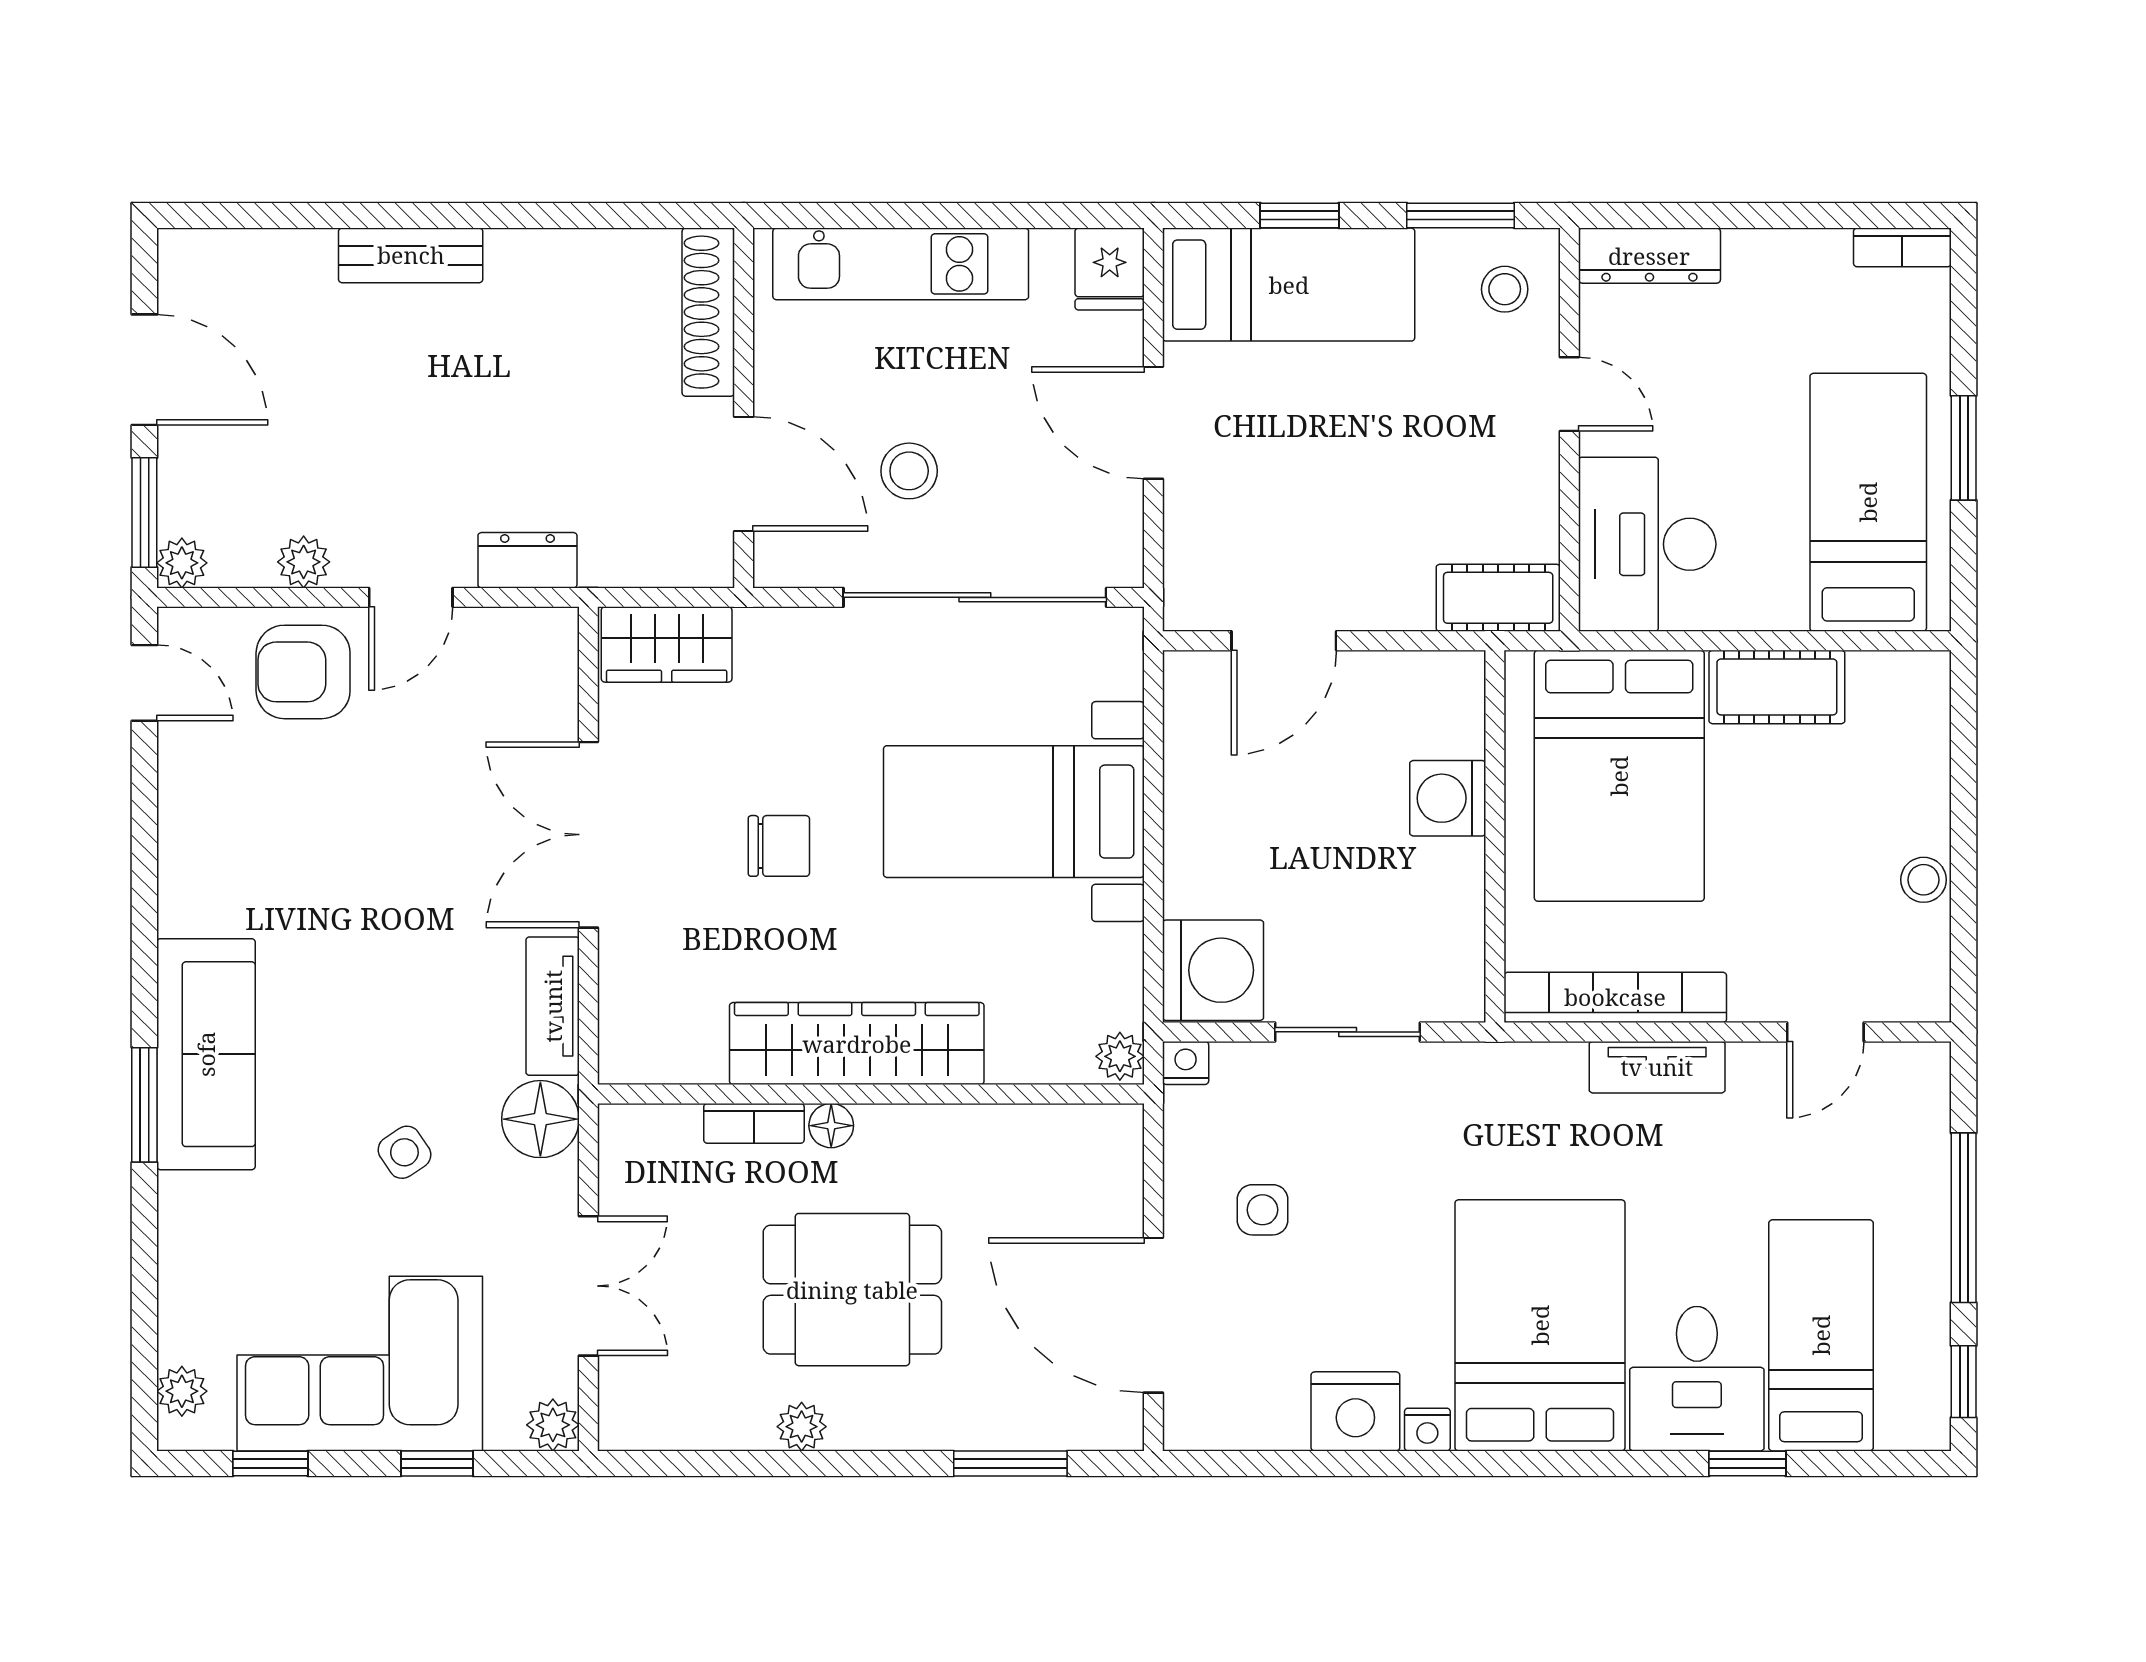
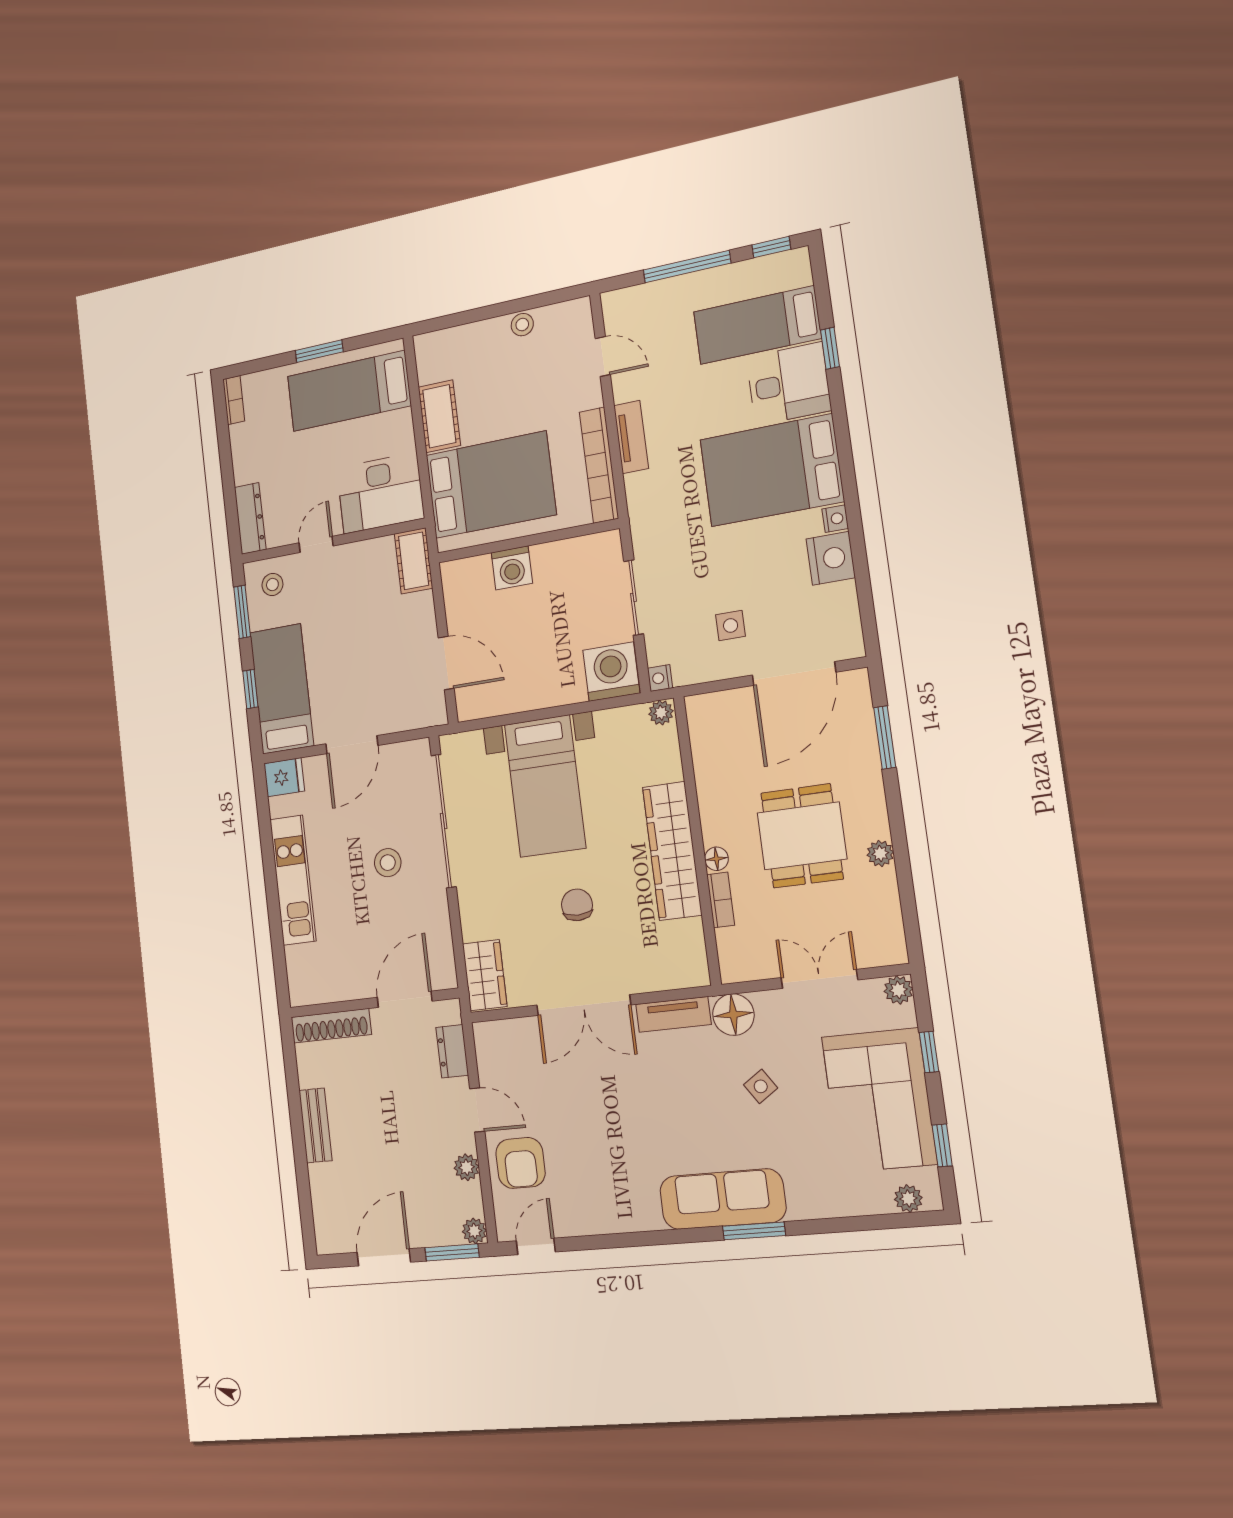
shoe rack: (708, 312) -> (331, 1026), moved
wall: (744, 408) -> (374, 1003), moved
door: (744, 474) -> (405, 999), moved

